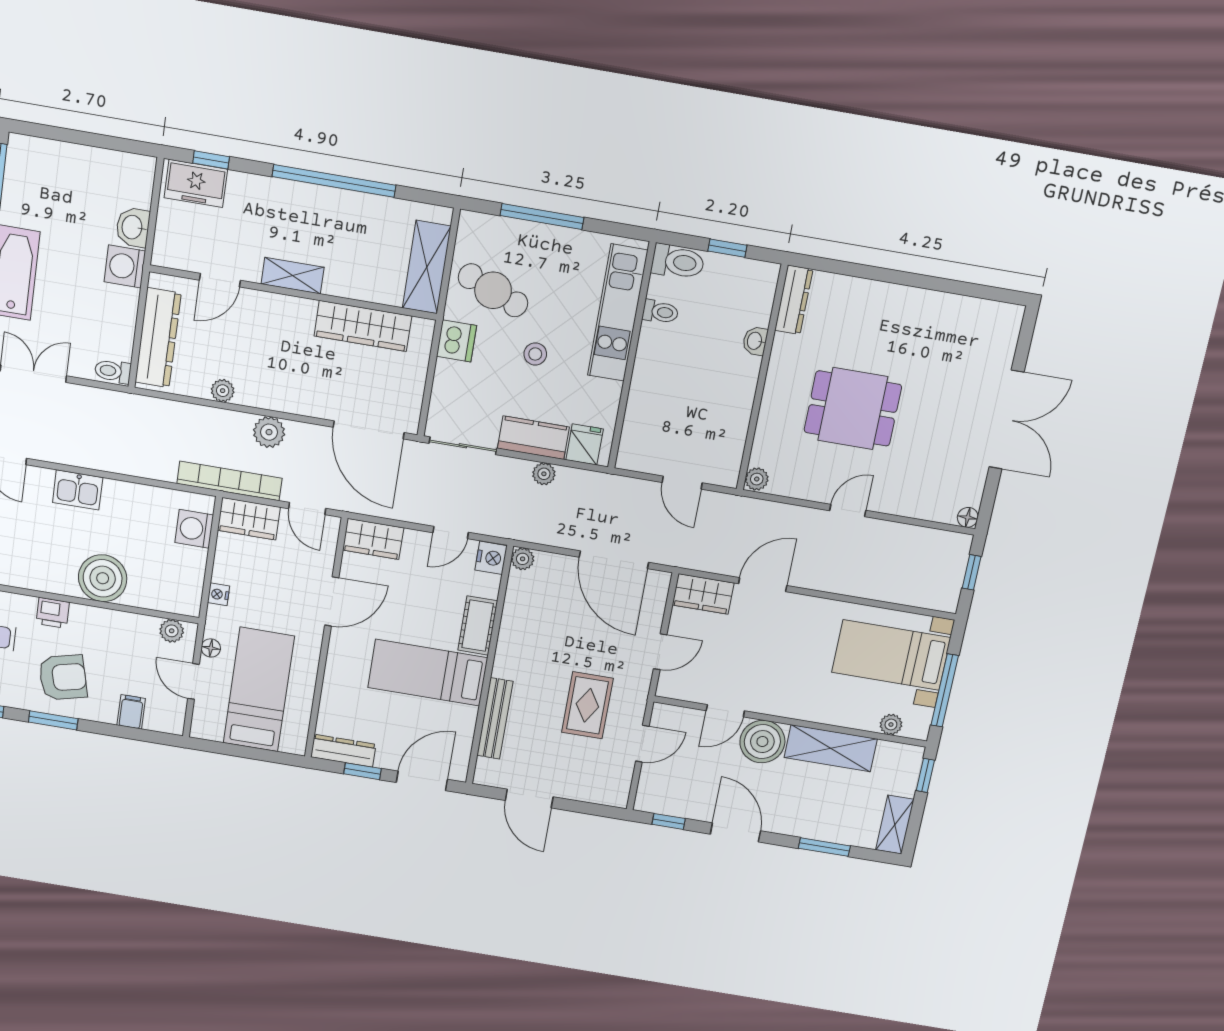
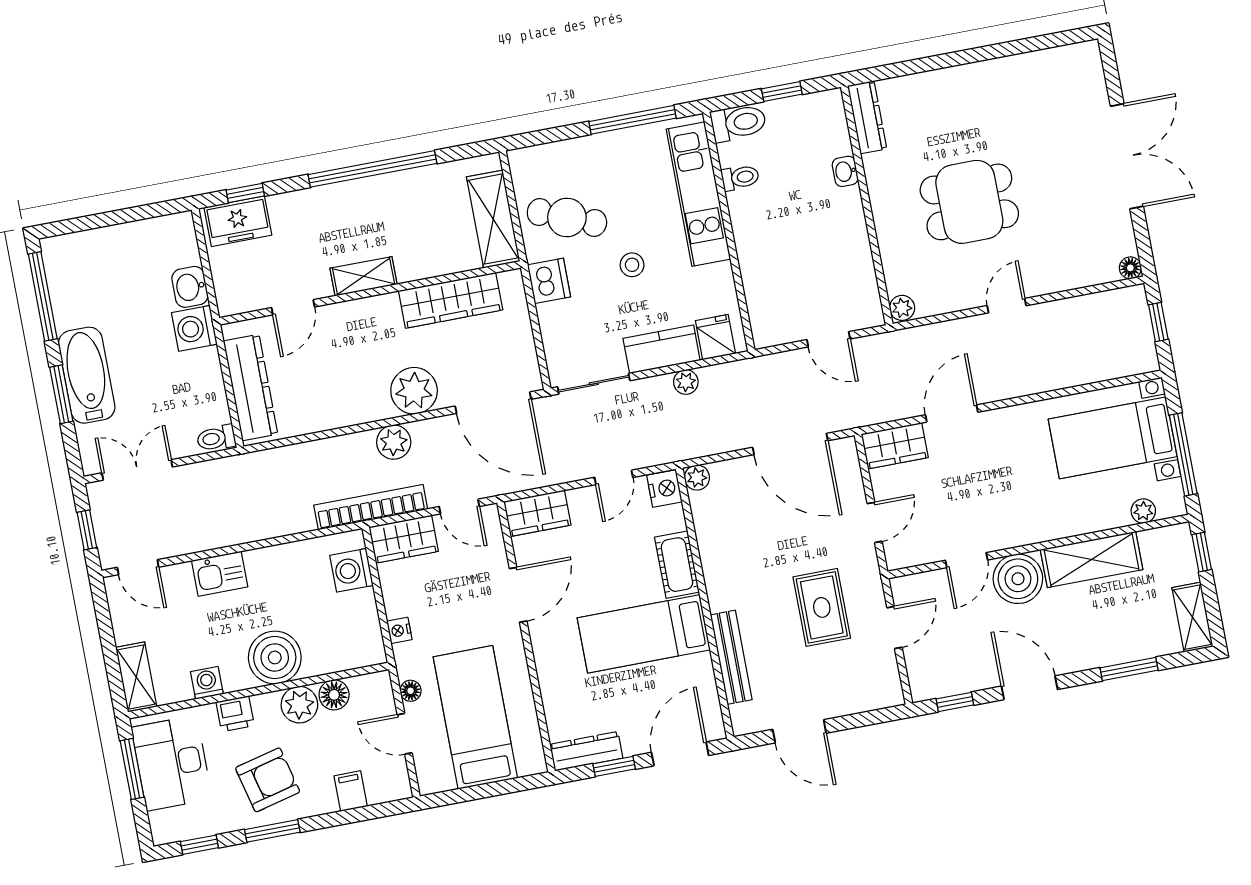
window: (542, 216) -> (633, 120), moved
plant: (223, 391) -> (414, 391), moved, width x1.88, depth x1.88
washing machine: (36, 578) -> (207, 683), added
floor lamp: (144, 628) -> (334, 695), added
plant: (172, 631) -> (299, 705), moved, width x1.38, depth x1.38

